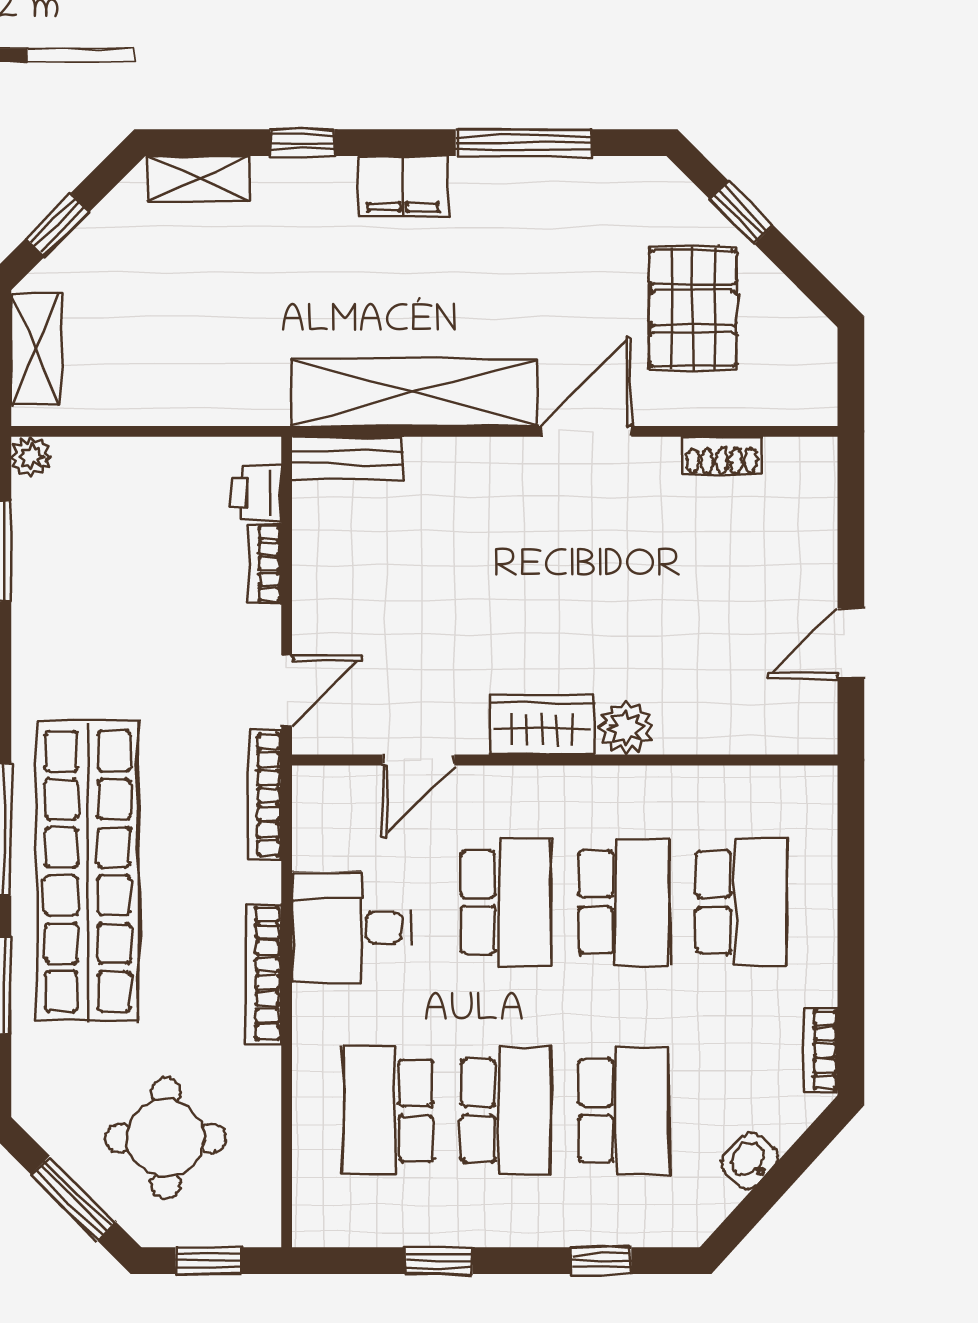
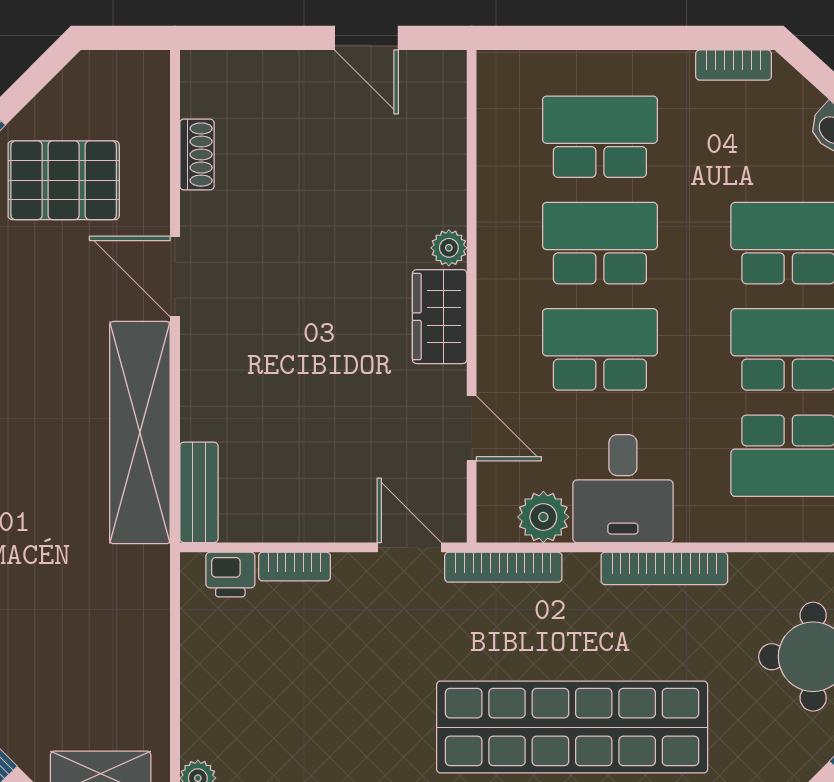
plant: (626, 727) -> (449, 248), width x0.73, depth x0.73
plant: (320, 839) -> (543, 517), added

